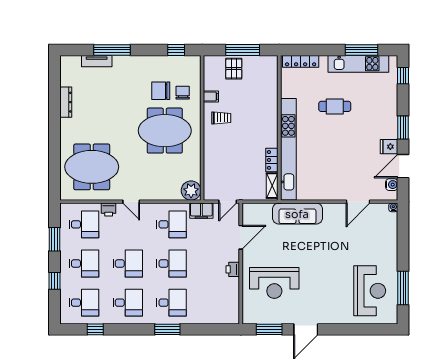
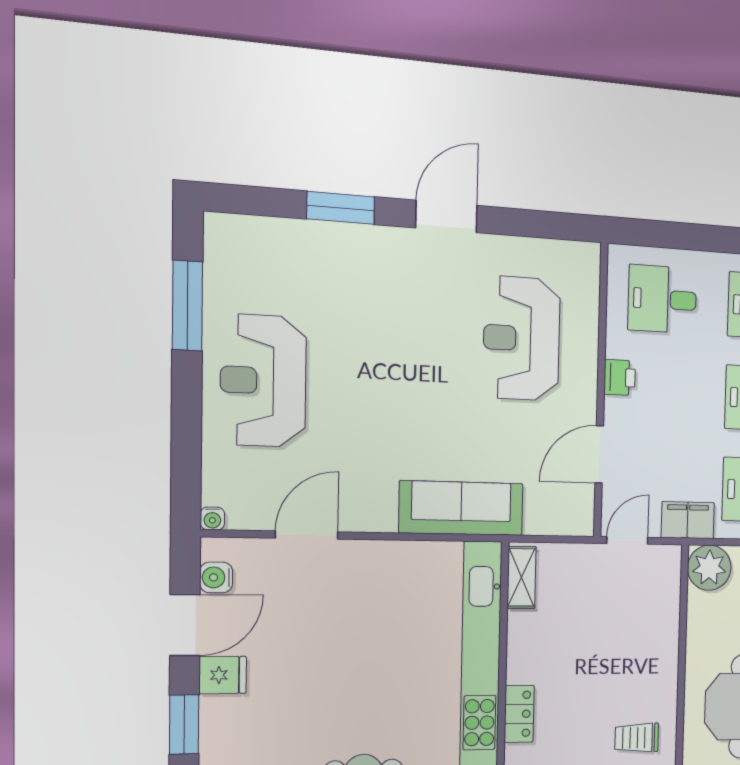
locker: (272, 160) -> (519, 714), moved
reception desk: (274, 283) -> (522, 339), turned -90
reception desk: (370, 291) -> (263, 381), moved
desk: (215, 303) -> (662, 299), added
window: (269, 329) -> (341, 208), moved

